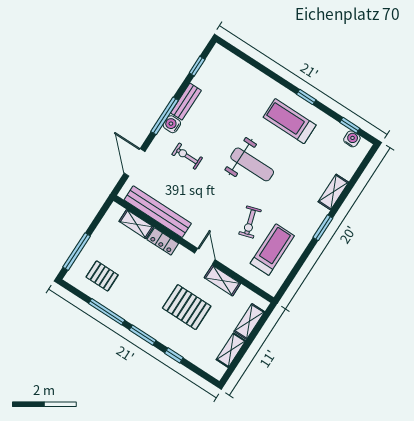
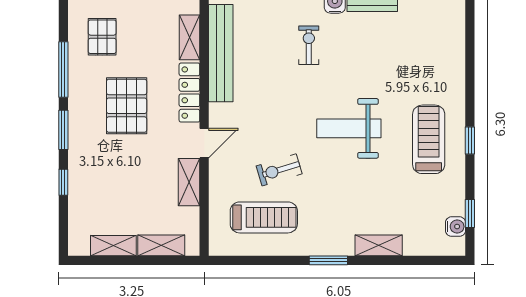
weight bench: (252, 164) -> (349, 128), turned 90
locker: (163, 241) -> (189, 93), width x1.53
pallet: (187, 307) -> (127, 106), moved

